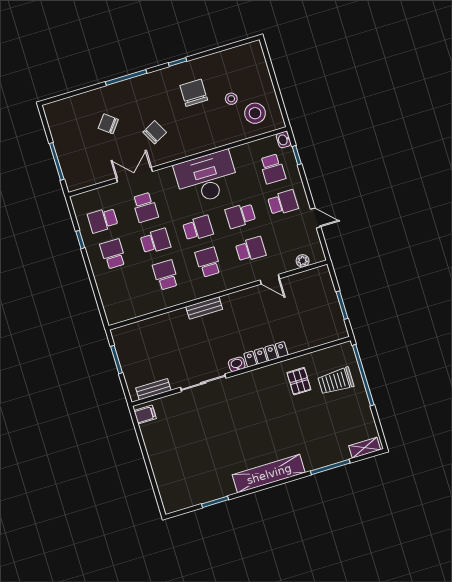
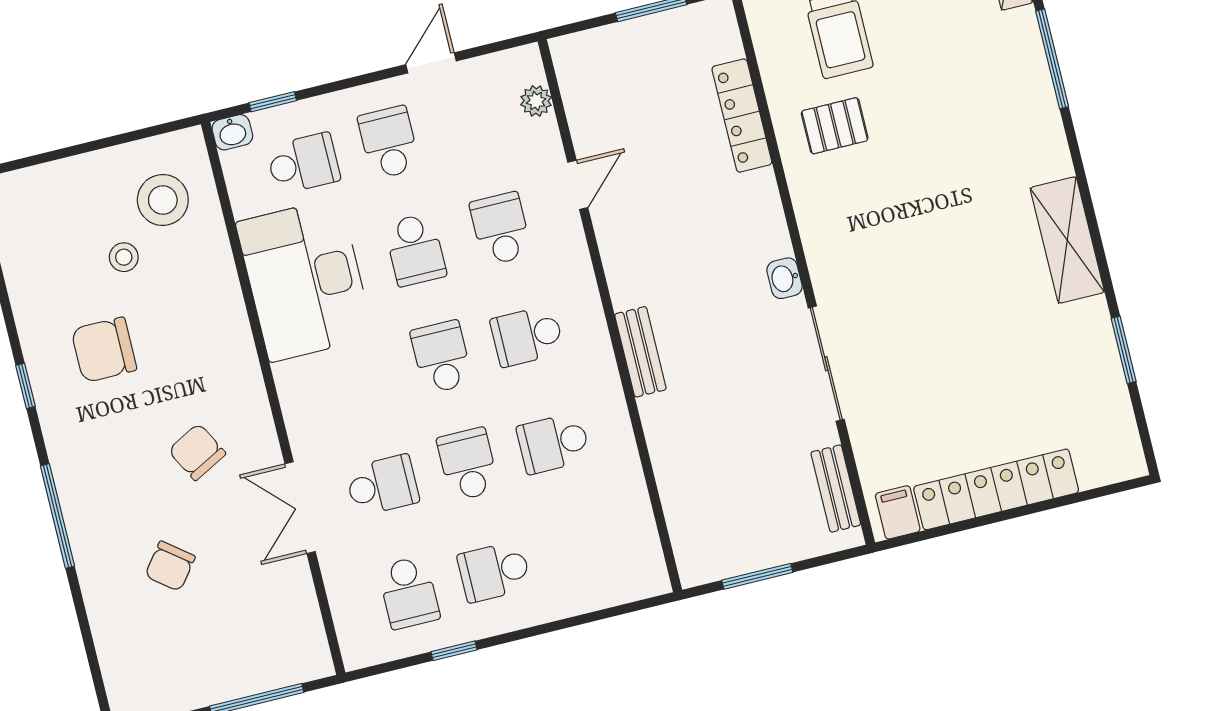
desk: (207, 178) -> (305, 280), moved
locker: (266, 354) -> (742, 116), moved
locker: (156, 454) -> (996, 489), added
shelving: (269, 474) -> (1067, 240), width x0.68

